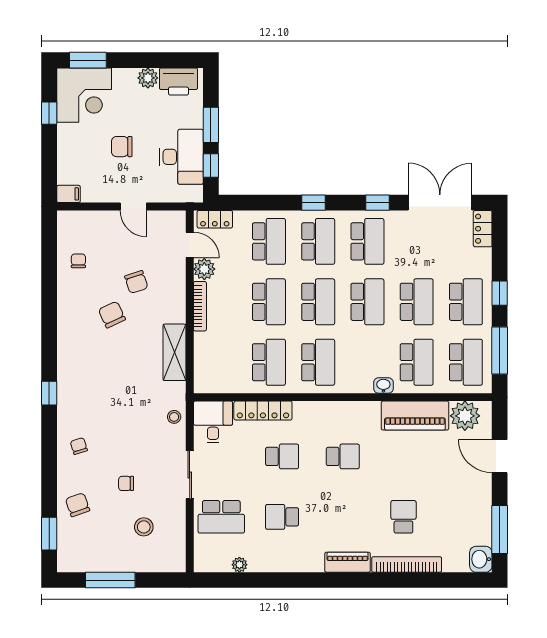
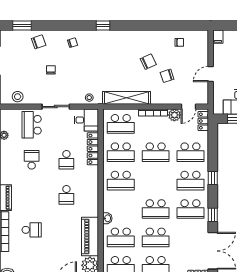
school desk: (318, 302) -> (121, 124), moved
shelving: (175, 352) -> (126, 98), width x1.47
stool: (144, 527) -> (18, 97), moved

